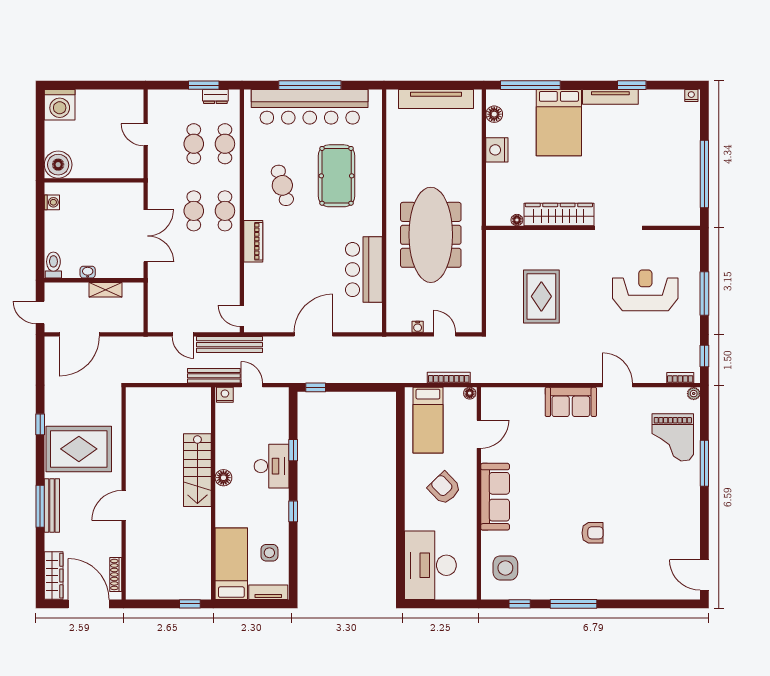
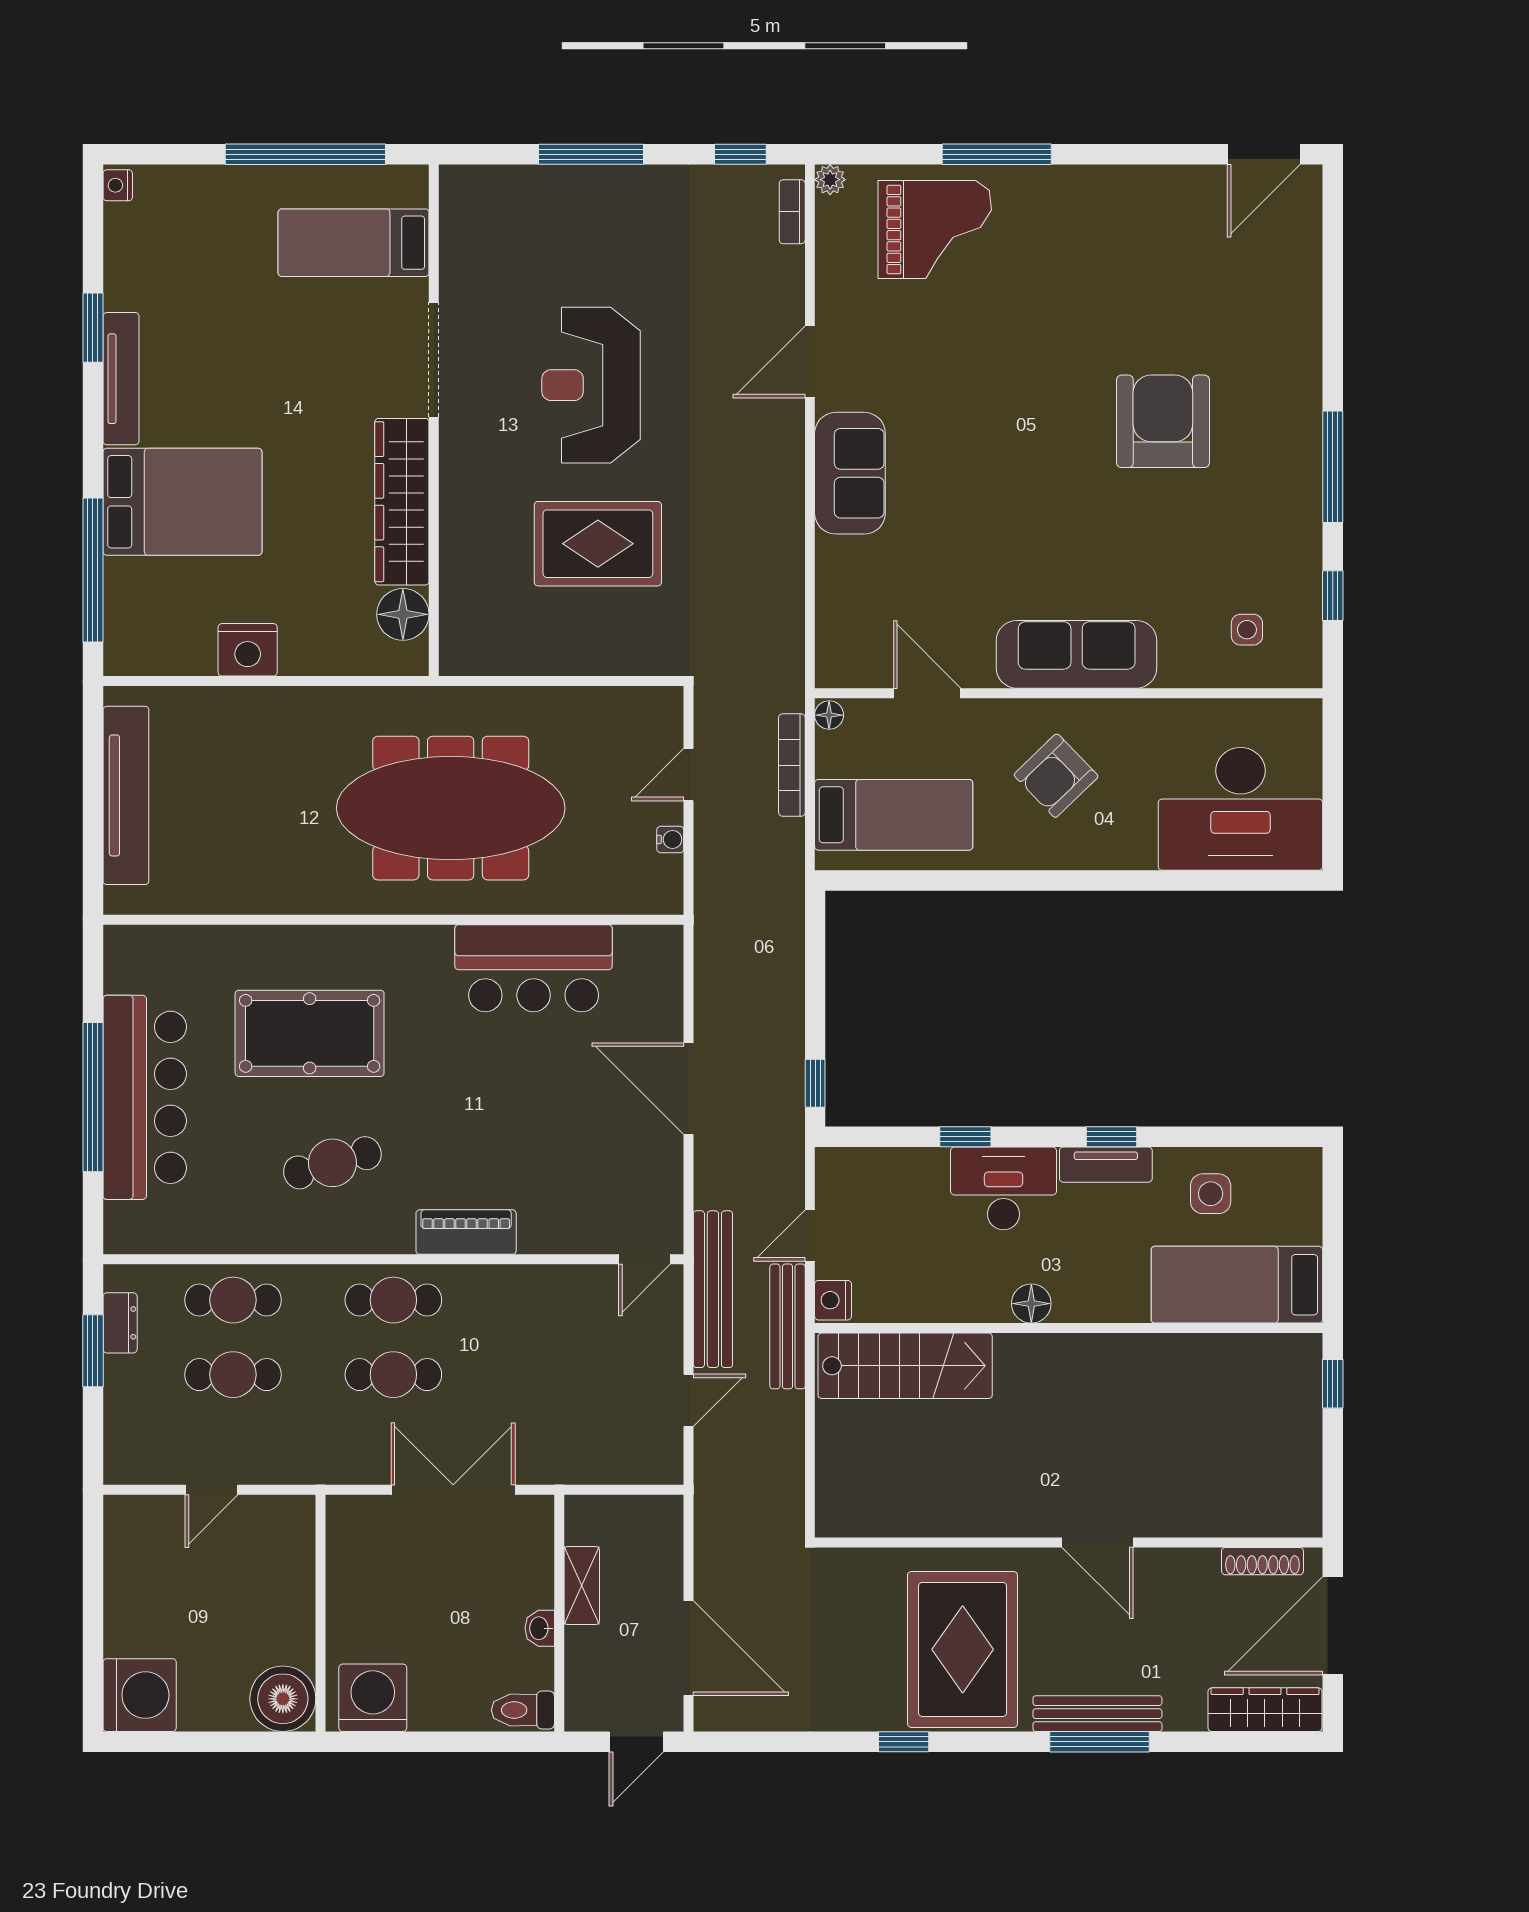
bar counter: (310, 107) -> (145, 1097), width x0.73
floor lamp: (494, 114) -> (162, 656), removed
bed: (667, 194) -> (354, 243), added
washing machine: (52, 202) -> (373, 1698), width x1.89, depth x1.89
floor lamp: (517, 220) -> (403, 614), width x1.89, depth x1.89
reception desk: (645, 290) -> (591, 385), moved
stairs: (197, 470) -> (905, 1366), moved
armchair: (593, 533) -> (1163, 421), width x1.88, depth x1.88
side table: (505, 568) -> (1247, 630), width x0.54, depth x0.54
tv unit: (268, 592) -> (1106, 1165), moved, turned -90

